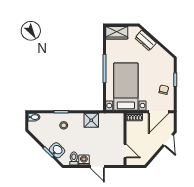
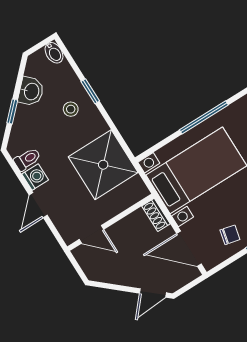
shower: (91, 120) -> (103, 165), width x1.86, depth x1.86
washbasin: (57, 150) -> (31, 91), moved
door: (125, 151) -> (91, 234), hinge flipped

